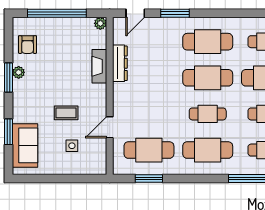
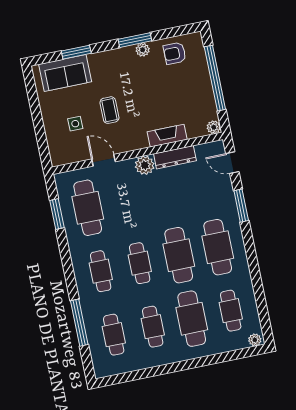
plant: (122, 92) -> (145, 165), added
cafe table: (208, 150) -> (101, 271), width x0.73, depth x0.74

